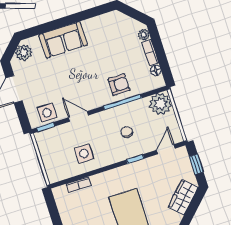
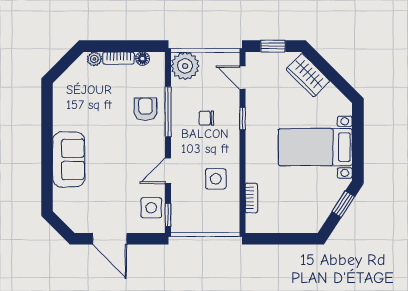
plant: (24, 53) -> (69, 212), removed

